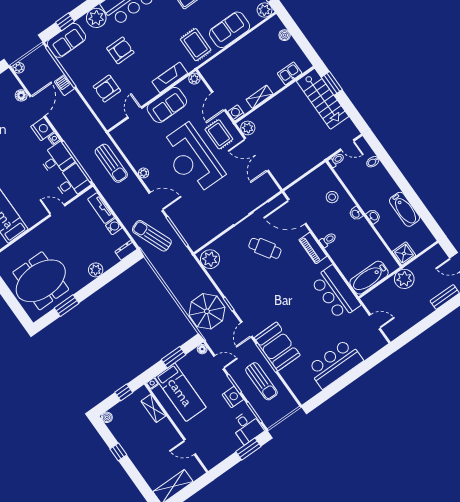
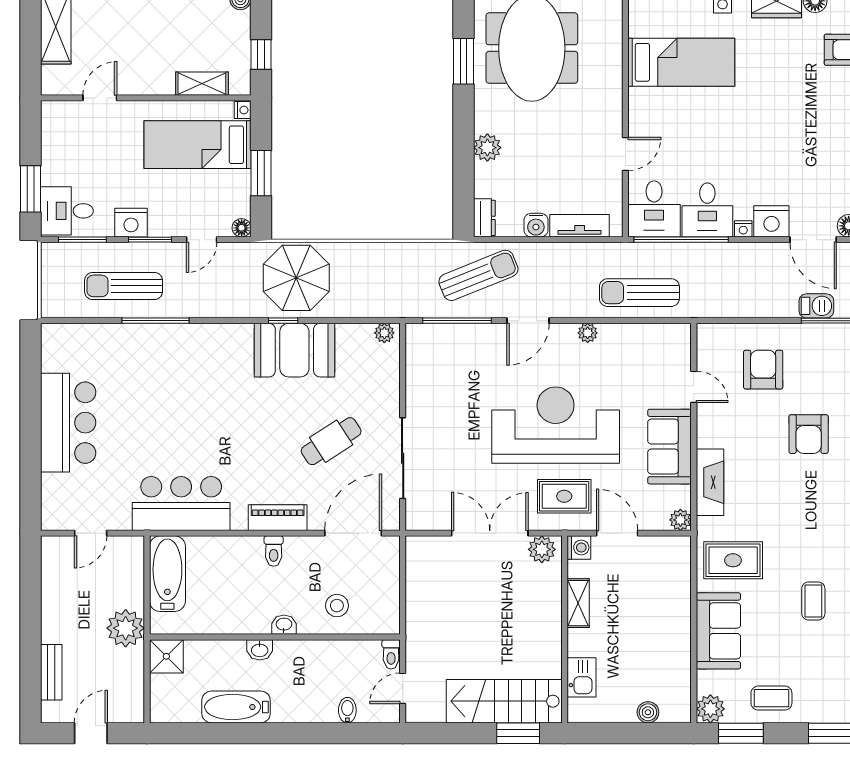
plant: (210, 259) -> (384, 333), width x0.53, depth x0.53
door: (247, 329) -> (223, 321), removed
booth: (277, 346) -> (294, 350), moved

